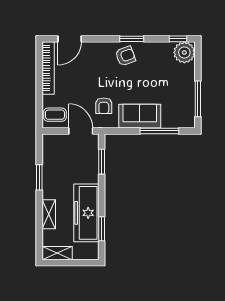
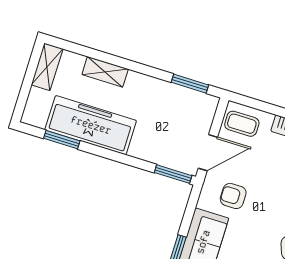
coffee table: (55, 115) -> (242, 124), turned 90
window: (102, 162) -> (173, 174), moved
window: (39, 177) -> (190, 84), moved

